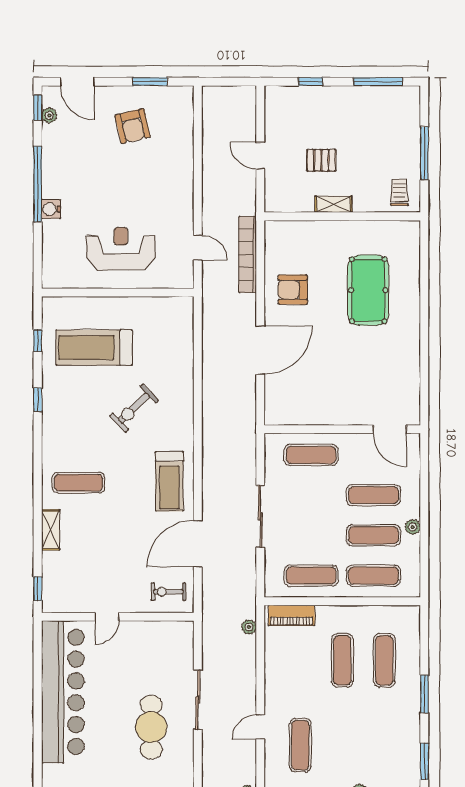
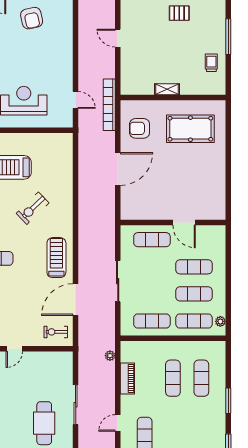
pallet: (321, 160) -> (179, 13), moved
shelving: (333, 204) -> (167, 89), moved
wall: (342, 216) -> (173, 97), moved
pool table: (368, 290) -> (190, 129), turned 90
door: (390, 429) -> (184, 222), moved
treadmill: (169, 481) -> (56, 258), turned 180
plant: (413, 527) -> (220, 321), moved
piano: (291, 615) -> (127, 379), moved, turned -90

